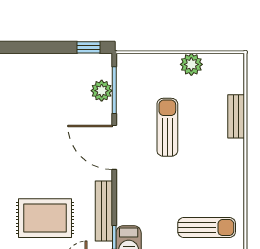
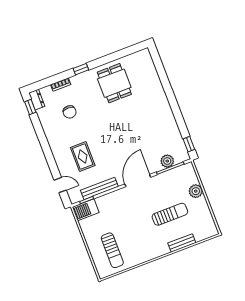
plant: (191, 64) -> (196, 191), moved
sun lounger: (167, 127) -> (170, 214), moved
rug: (45, 218) -> (83, 157), width x0.73, depth x0.70

